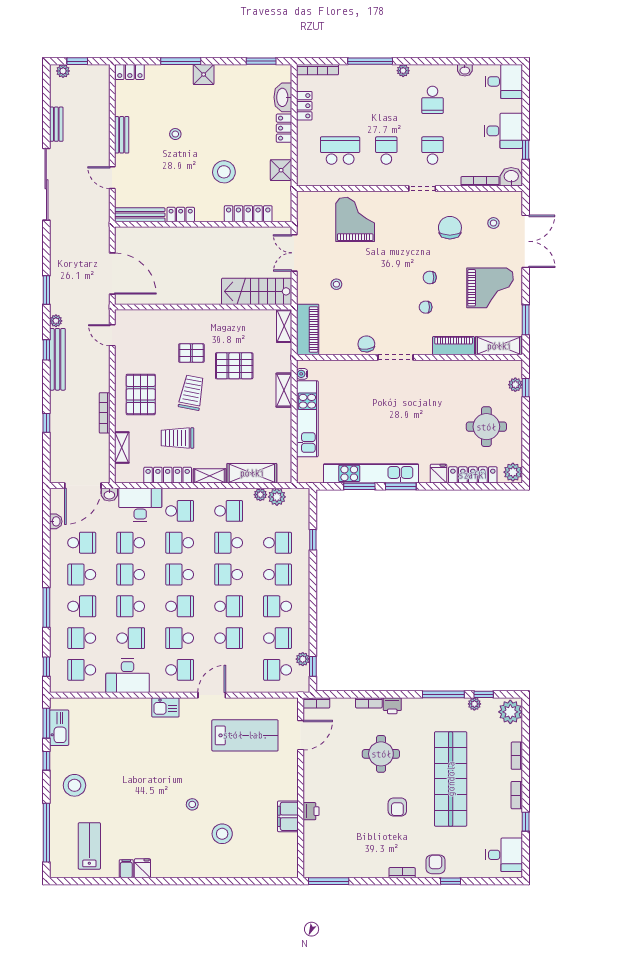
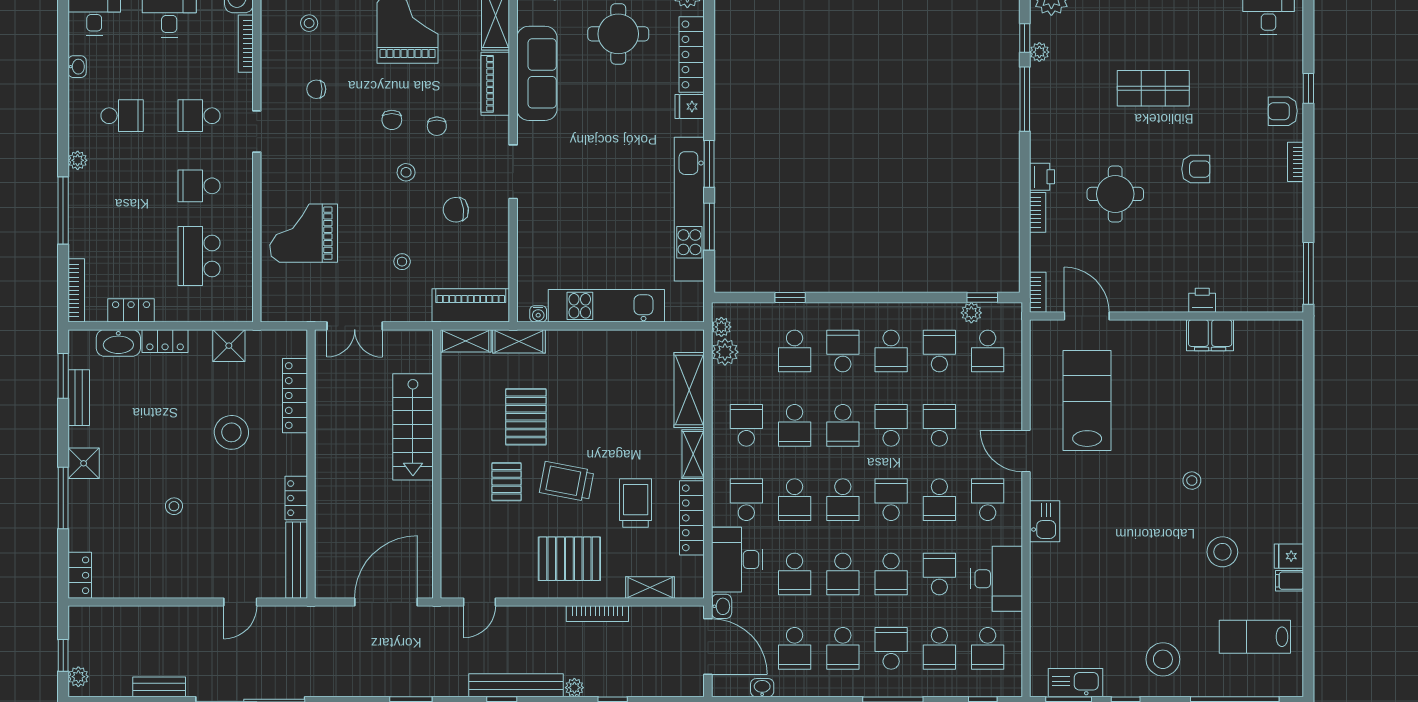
bench: (122, 135) -> (79, 398), moved, turned 90
chair: (450, 228) -> (316, 89), width x0.54, depth x0.54
stool: (395, 287) -> (406, 172), added
stairs: (257, 291) -> (413, 427), moved
plant: (56, 321) -> (574, 688), moved
chair: (366, 344) -> (456, 210), moved
sofa: (460, 373) -> (537, 73), added
shelving: (284, 390) -> (519, 341), moved
trolley: (177, 438) -> (636, 503), turned 180
plant: (260, 495) -> (721, 327), moved
school desk: (82, 543) -> (795, 648), turned 180
school desk: (278, 543) -> (795, 351), turned 180
shop shelf: (451, 779) -> (1153, 88), width x0.50, depth x0.74
stool: (222, 834) -> (1222, 552), moved

